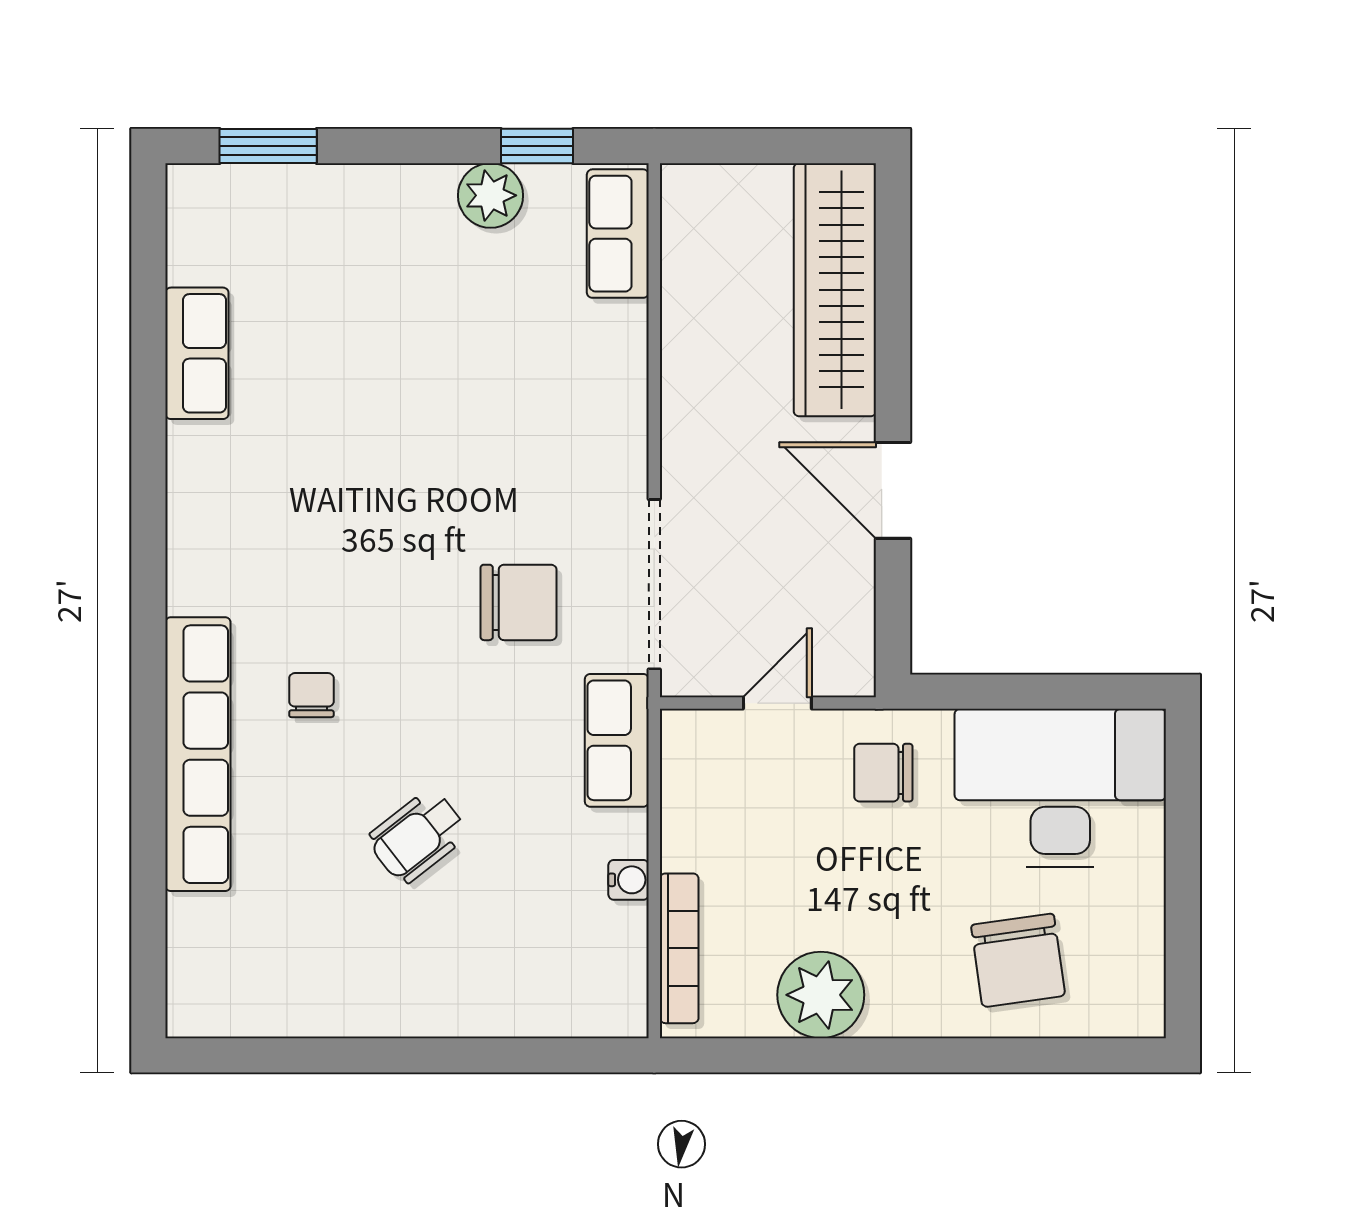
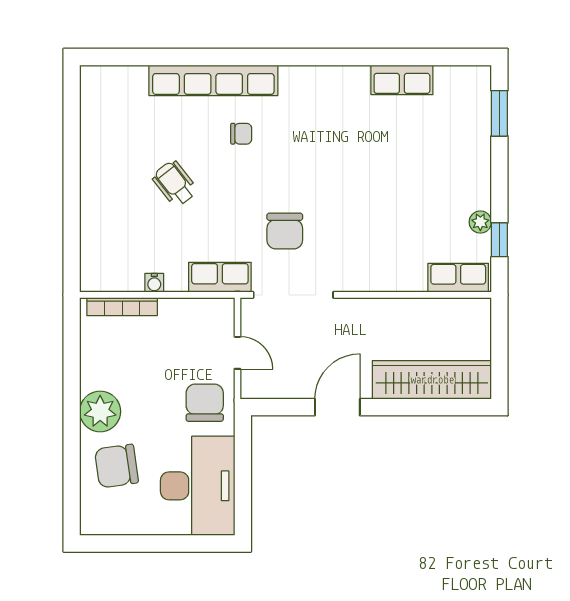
plant: (490, 195) -> (480, 222), width x0.73, depth x0.73
chair: (883, 773) -> (205, 403), width x1.37, depth x1.37
plant: (821, 995) -> (100, 411), moved

